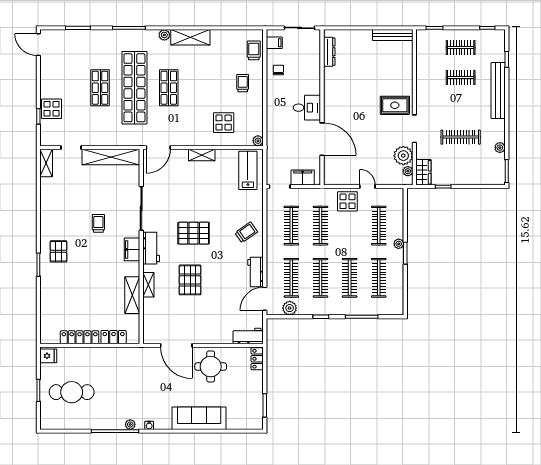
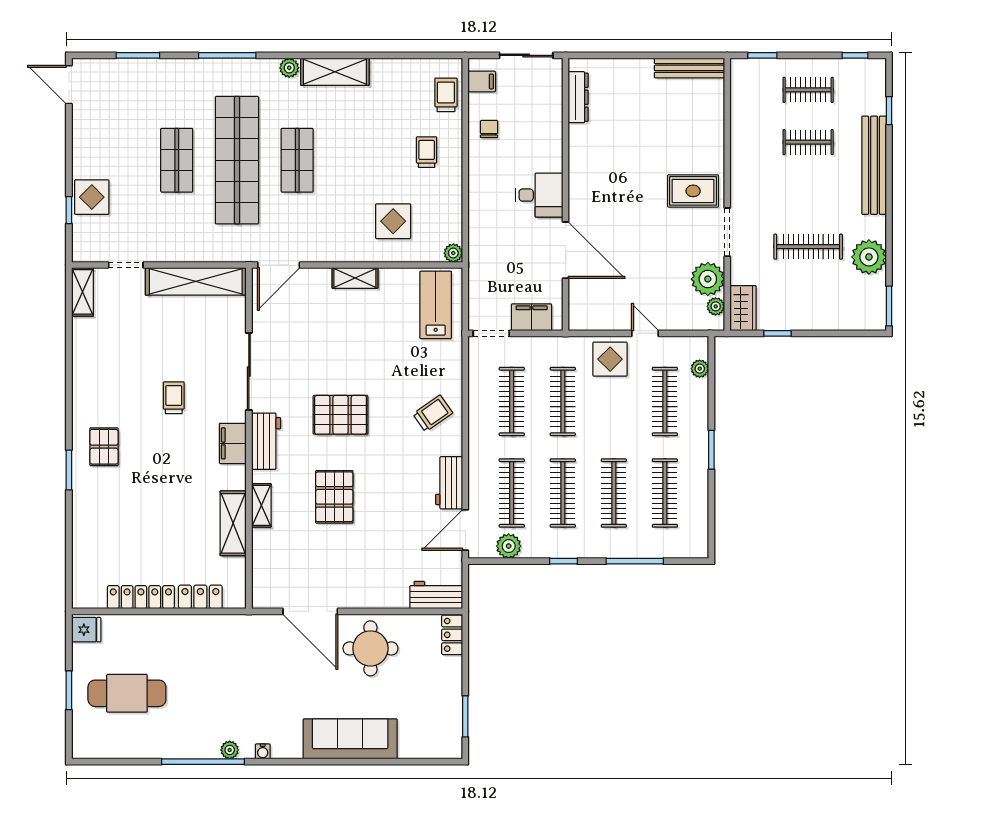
plant: (500, 148) -> (869, 257), width x1.87, depth x1.87
plant: (399, 244) -> (700, 369), moved

